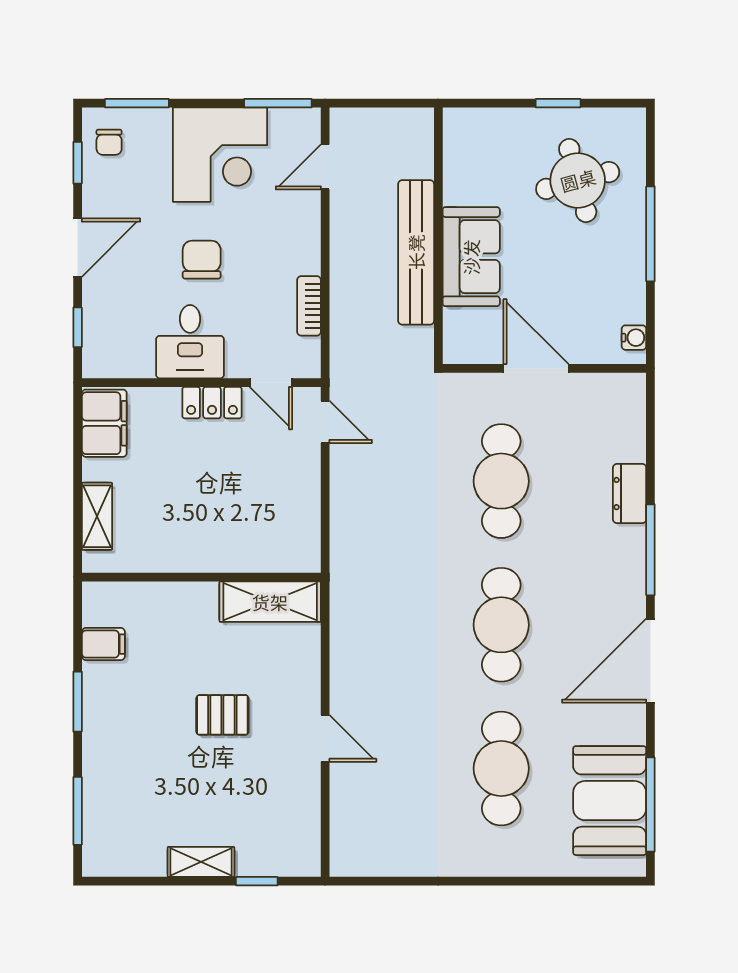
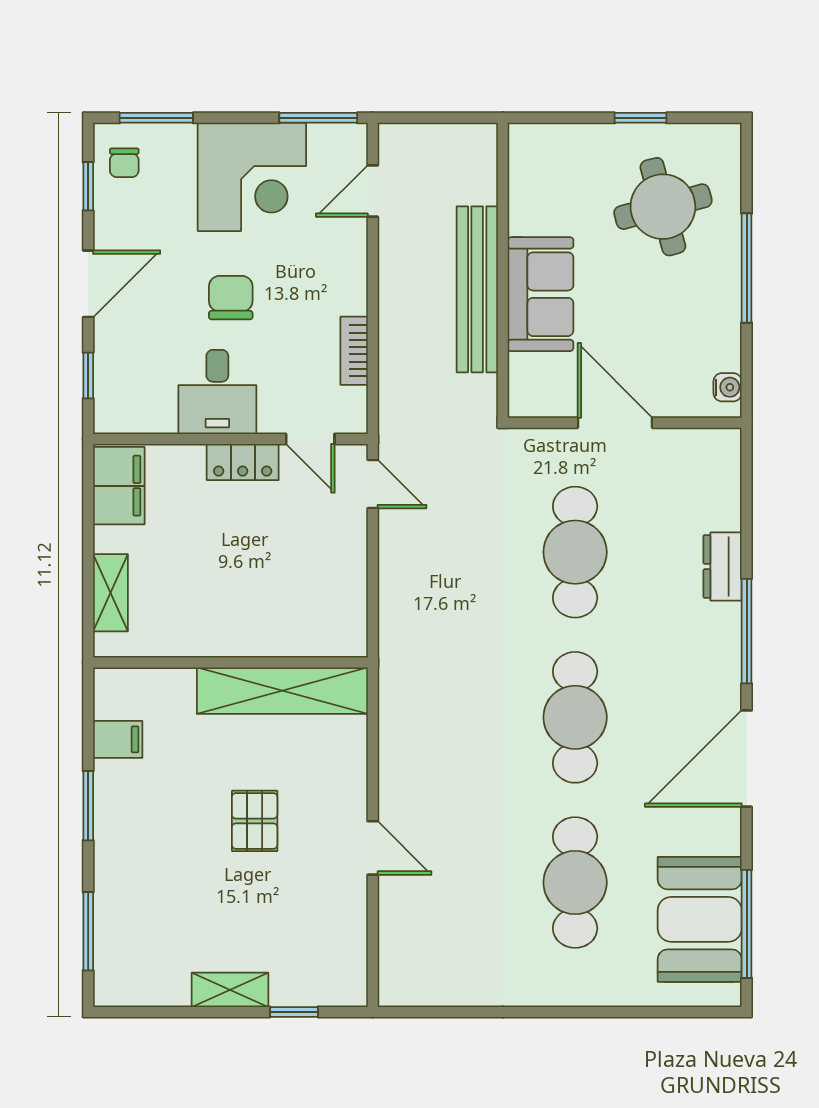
shelving: (270, 602) -> (282, 691), width x1.47
pallet: (222, 715) -> (255, 821), turned 90

